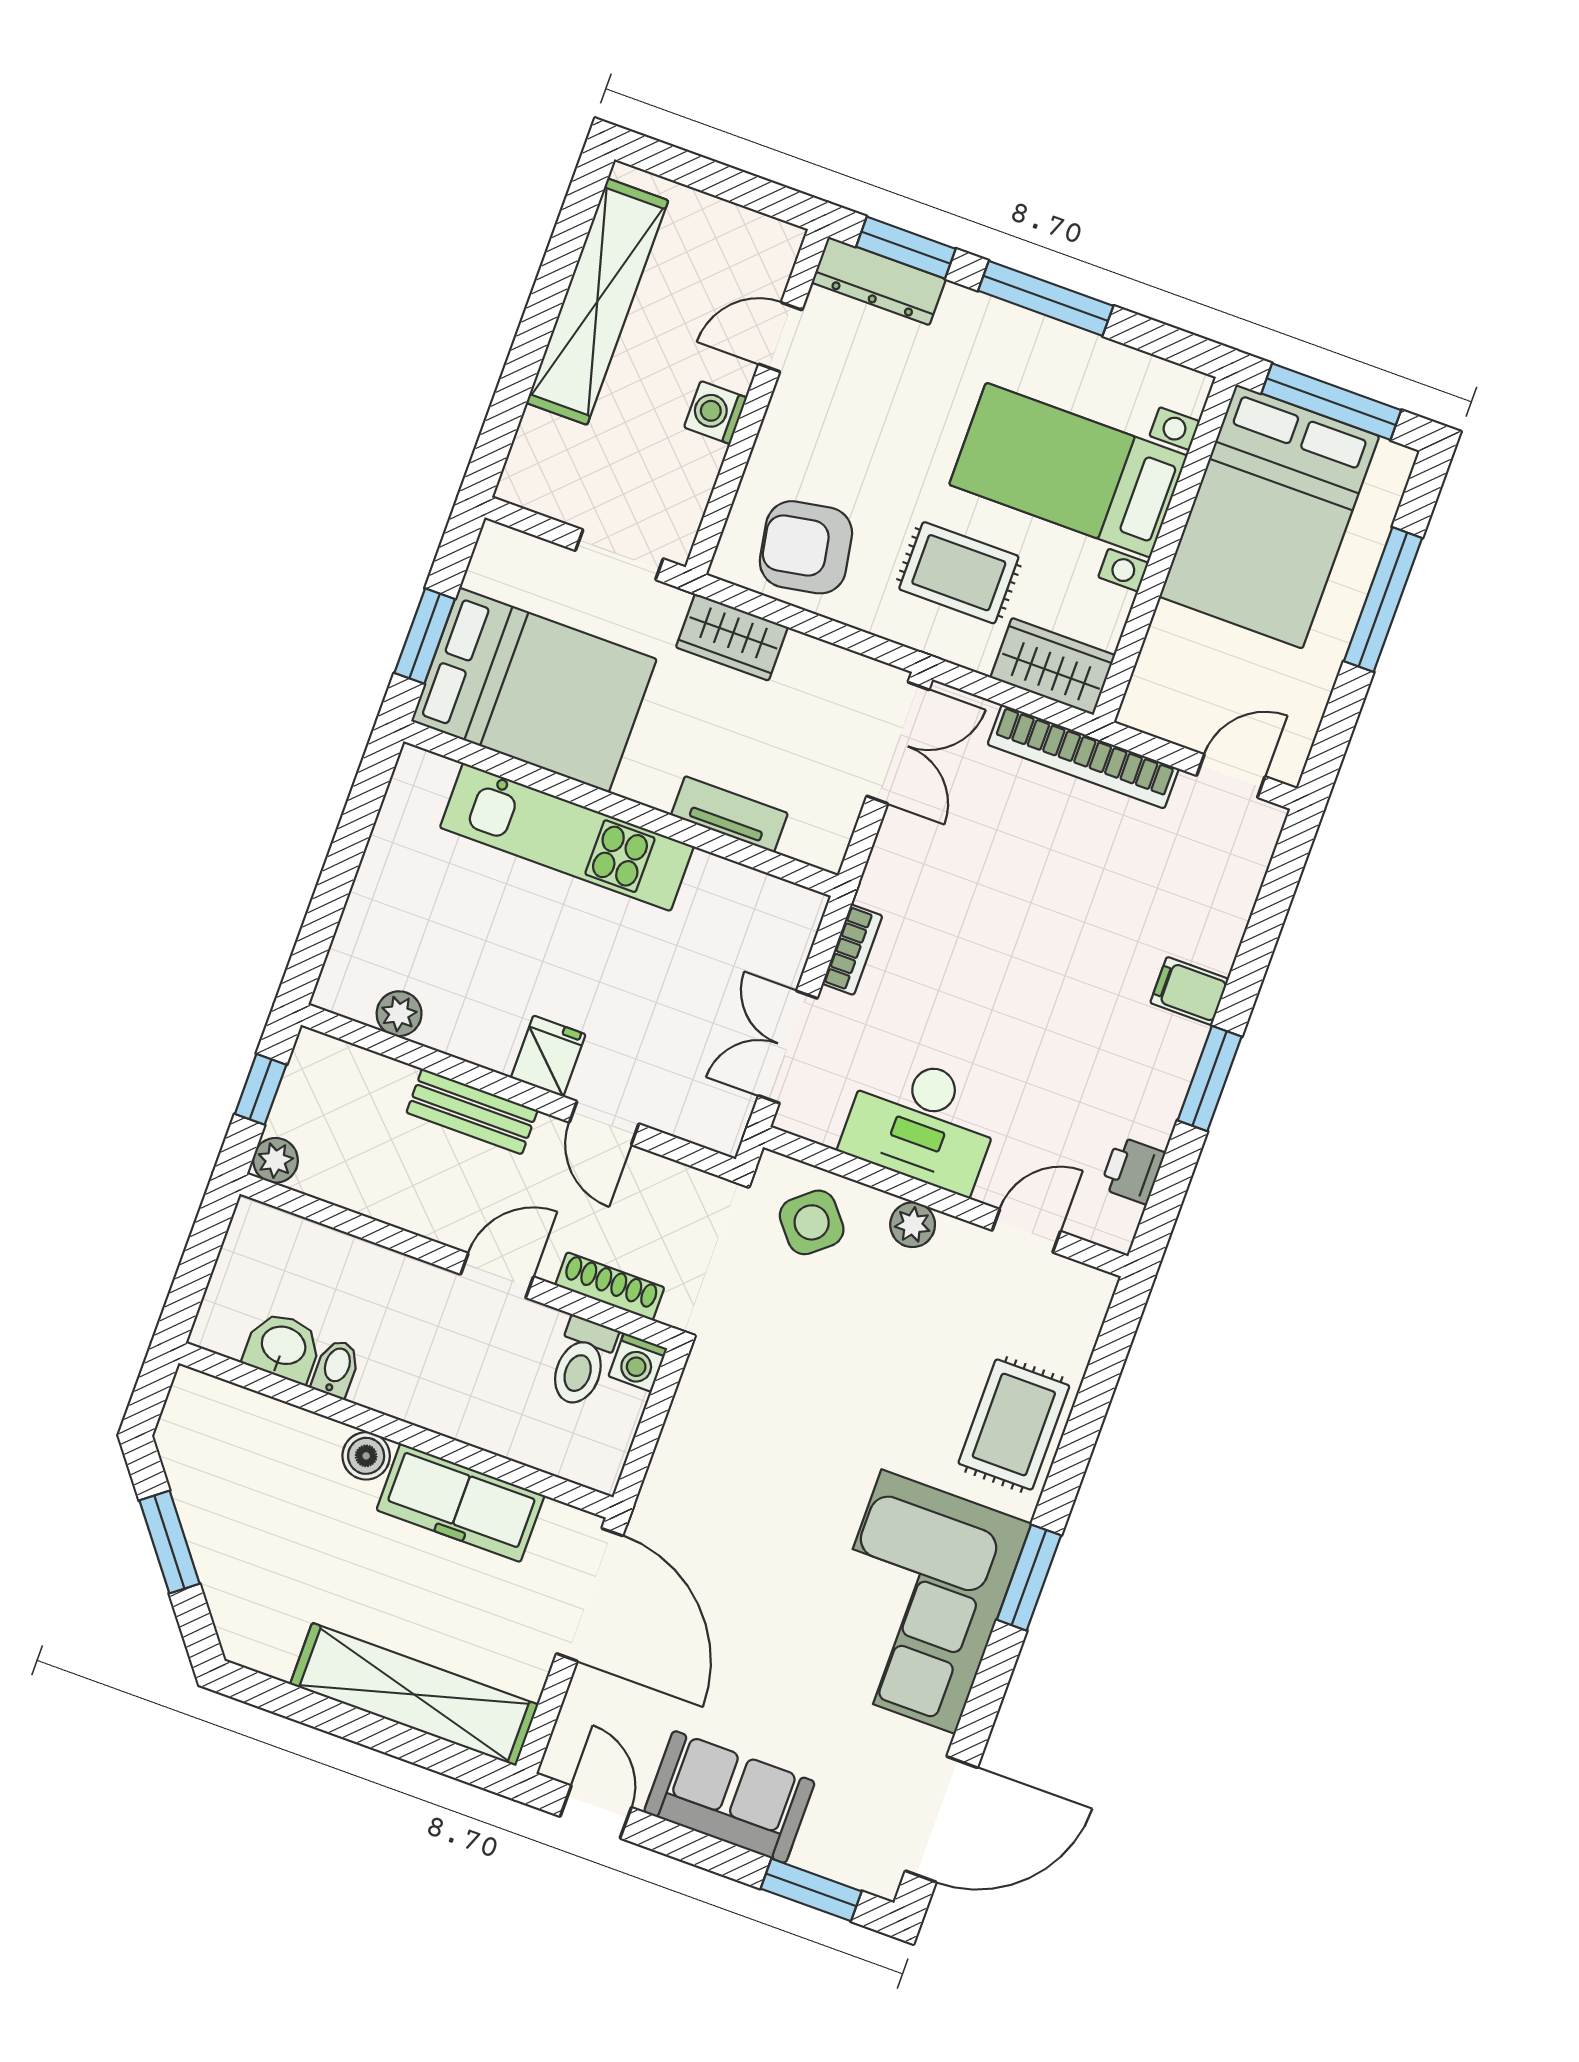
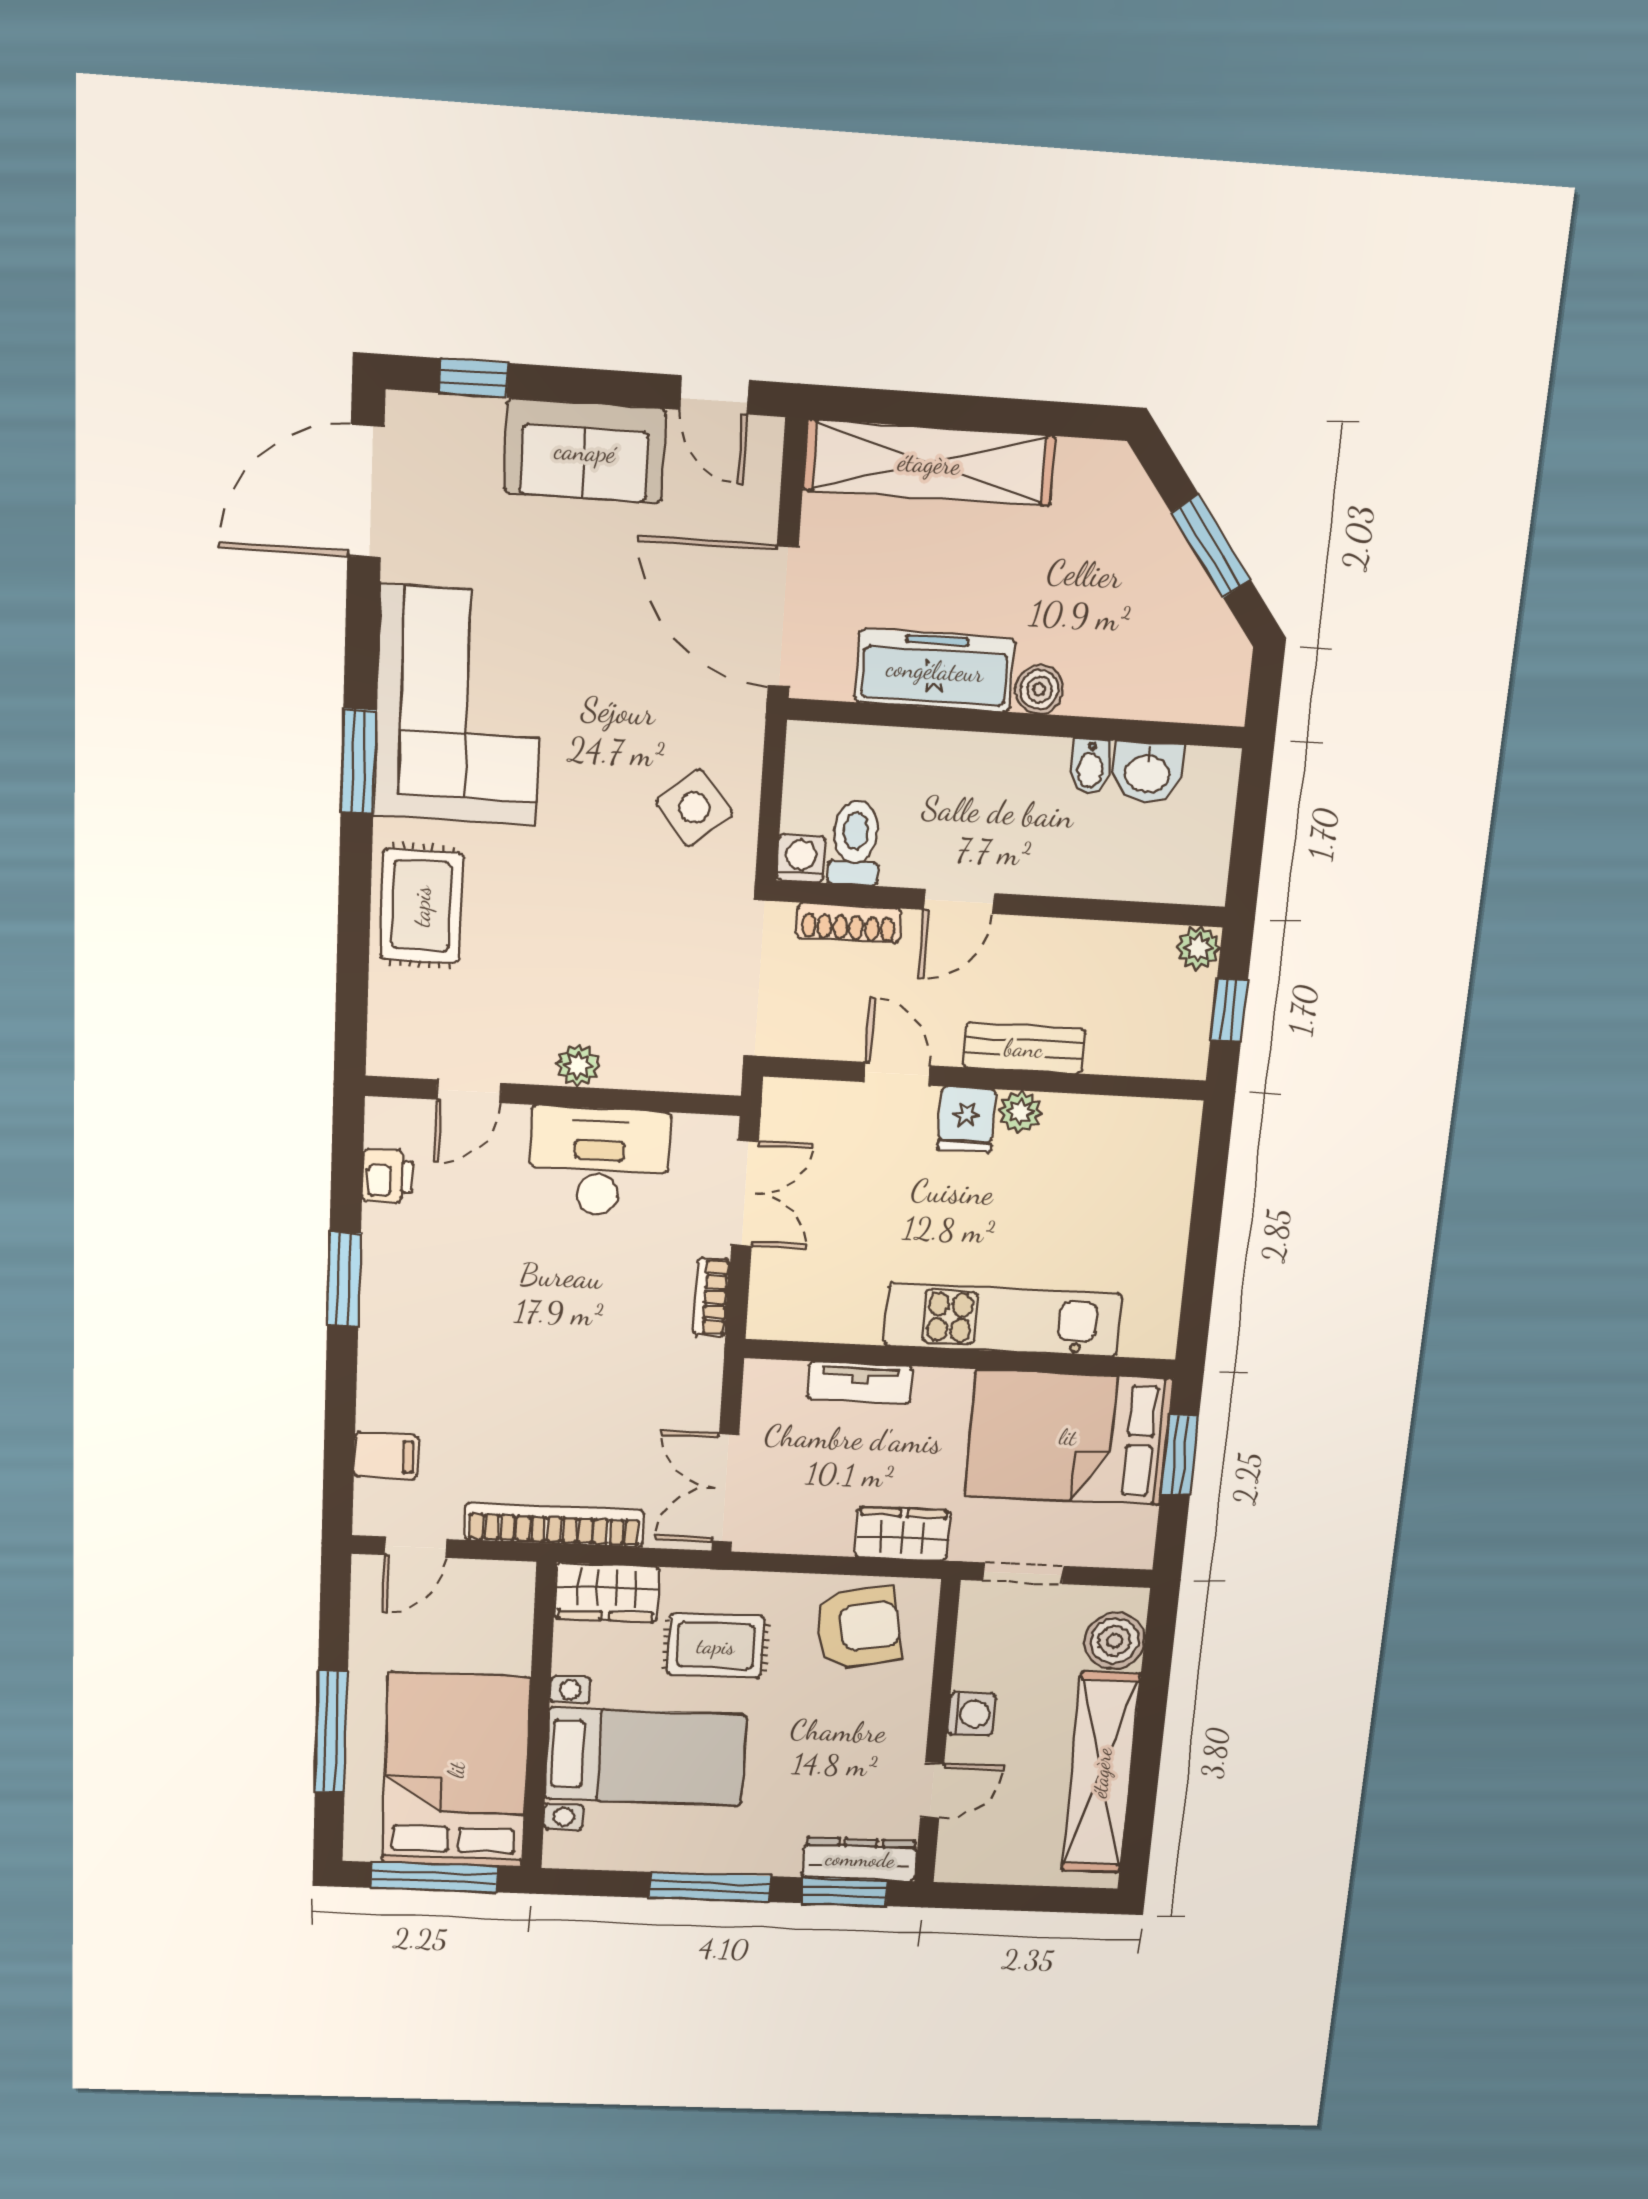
boiler: (544, 449) -> (1114, 1641), added
filing cabinet: (1189, 991) -> (386, 1456), moved
plant: (399, 1014) -> (1020, 1112), moved
side table: (812, 1222) -> (694, 808), moved
window: (811, 1890) -> (474, 378), width x0.67

